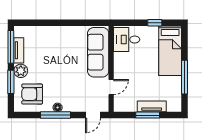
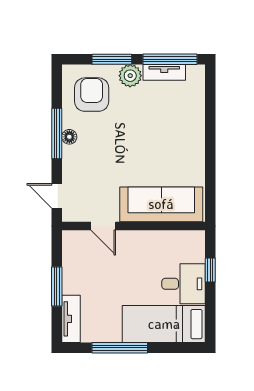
window: (155, 23) -> (210, 270), moved
desk: (127, 40) -> (184, 284), moved, turned 90
tv unit: (152, 106) -> (71, 319), moved

